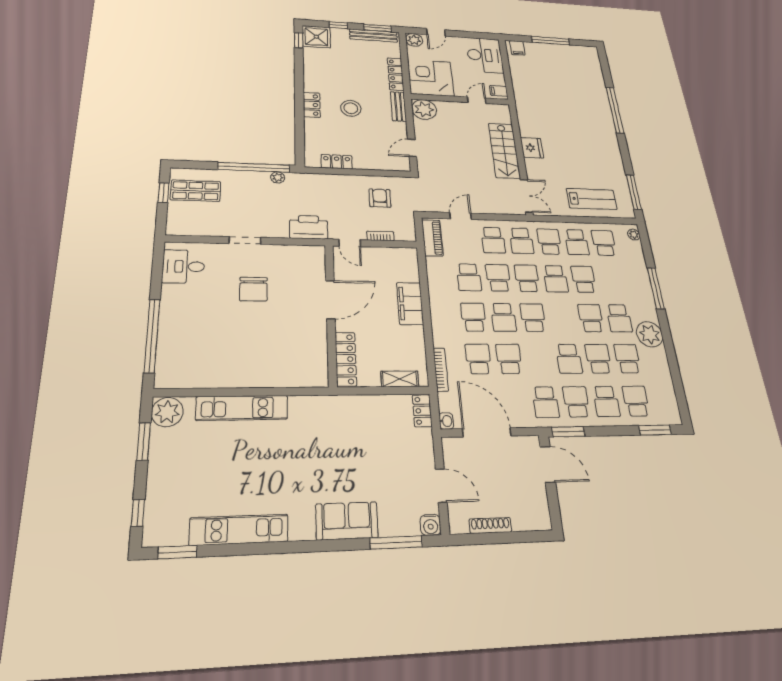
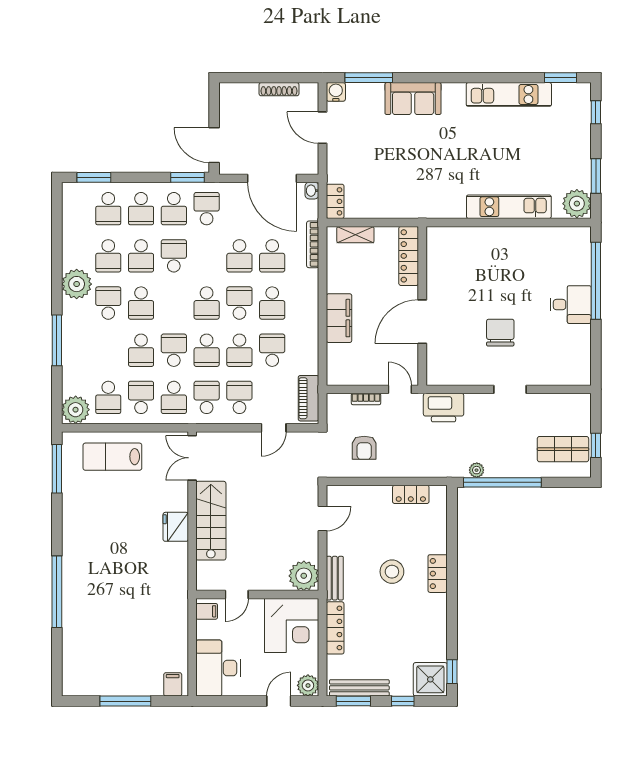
plant: (634, 235) -> (76, 410), width x1.88, depth x1.88
desk: (183, 266) -> (571, 305), moved
school desk: (606, 401) -> (141, 209), turned 180

